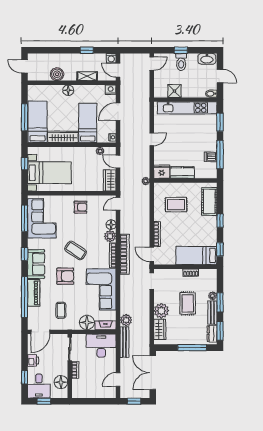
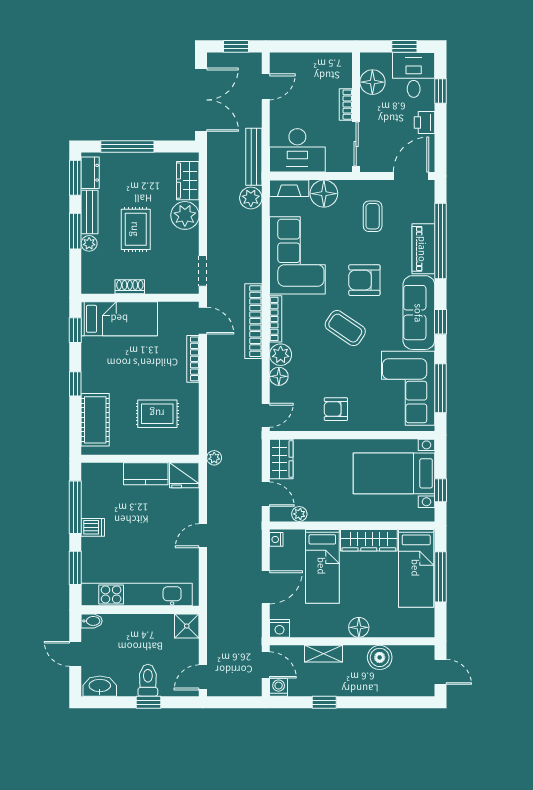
shower: (174, 91) -> (187, 626), moved
dishwasher: (211, 157) -> (93, 527), moved
sofa: (36, 264) -> (419, 313), width x1.36

